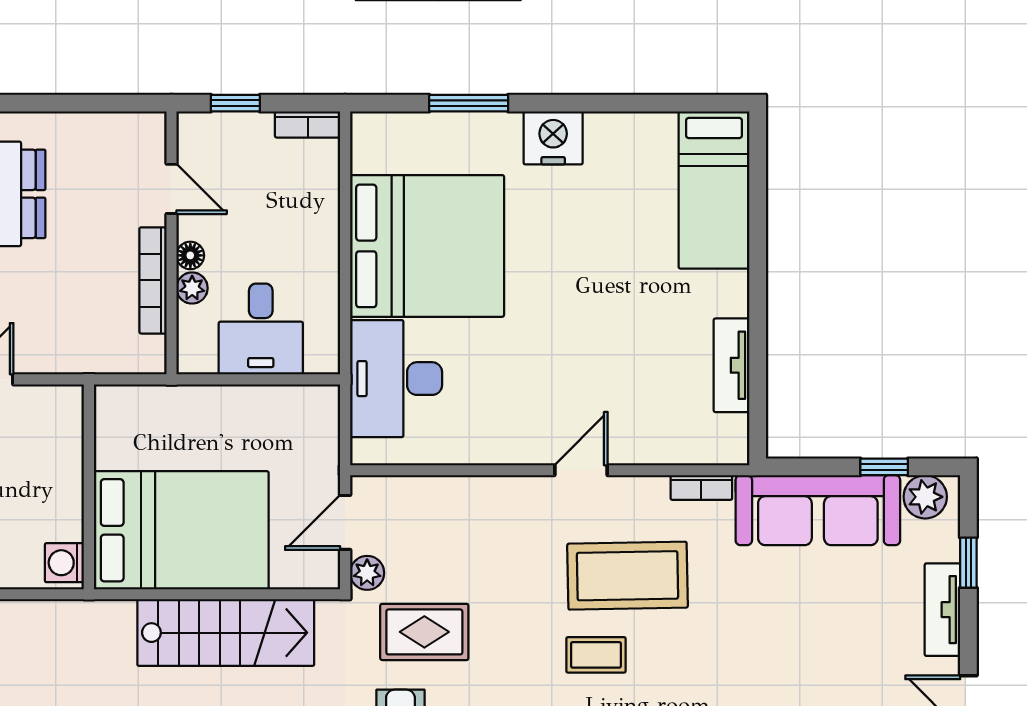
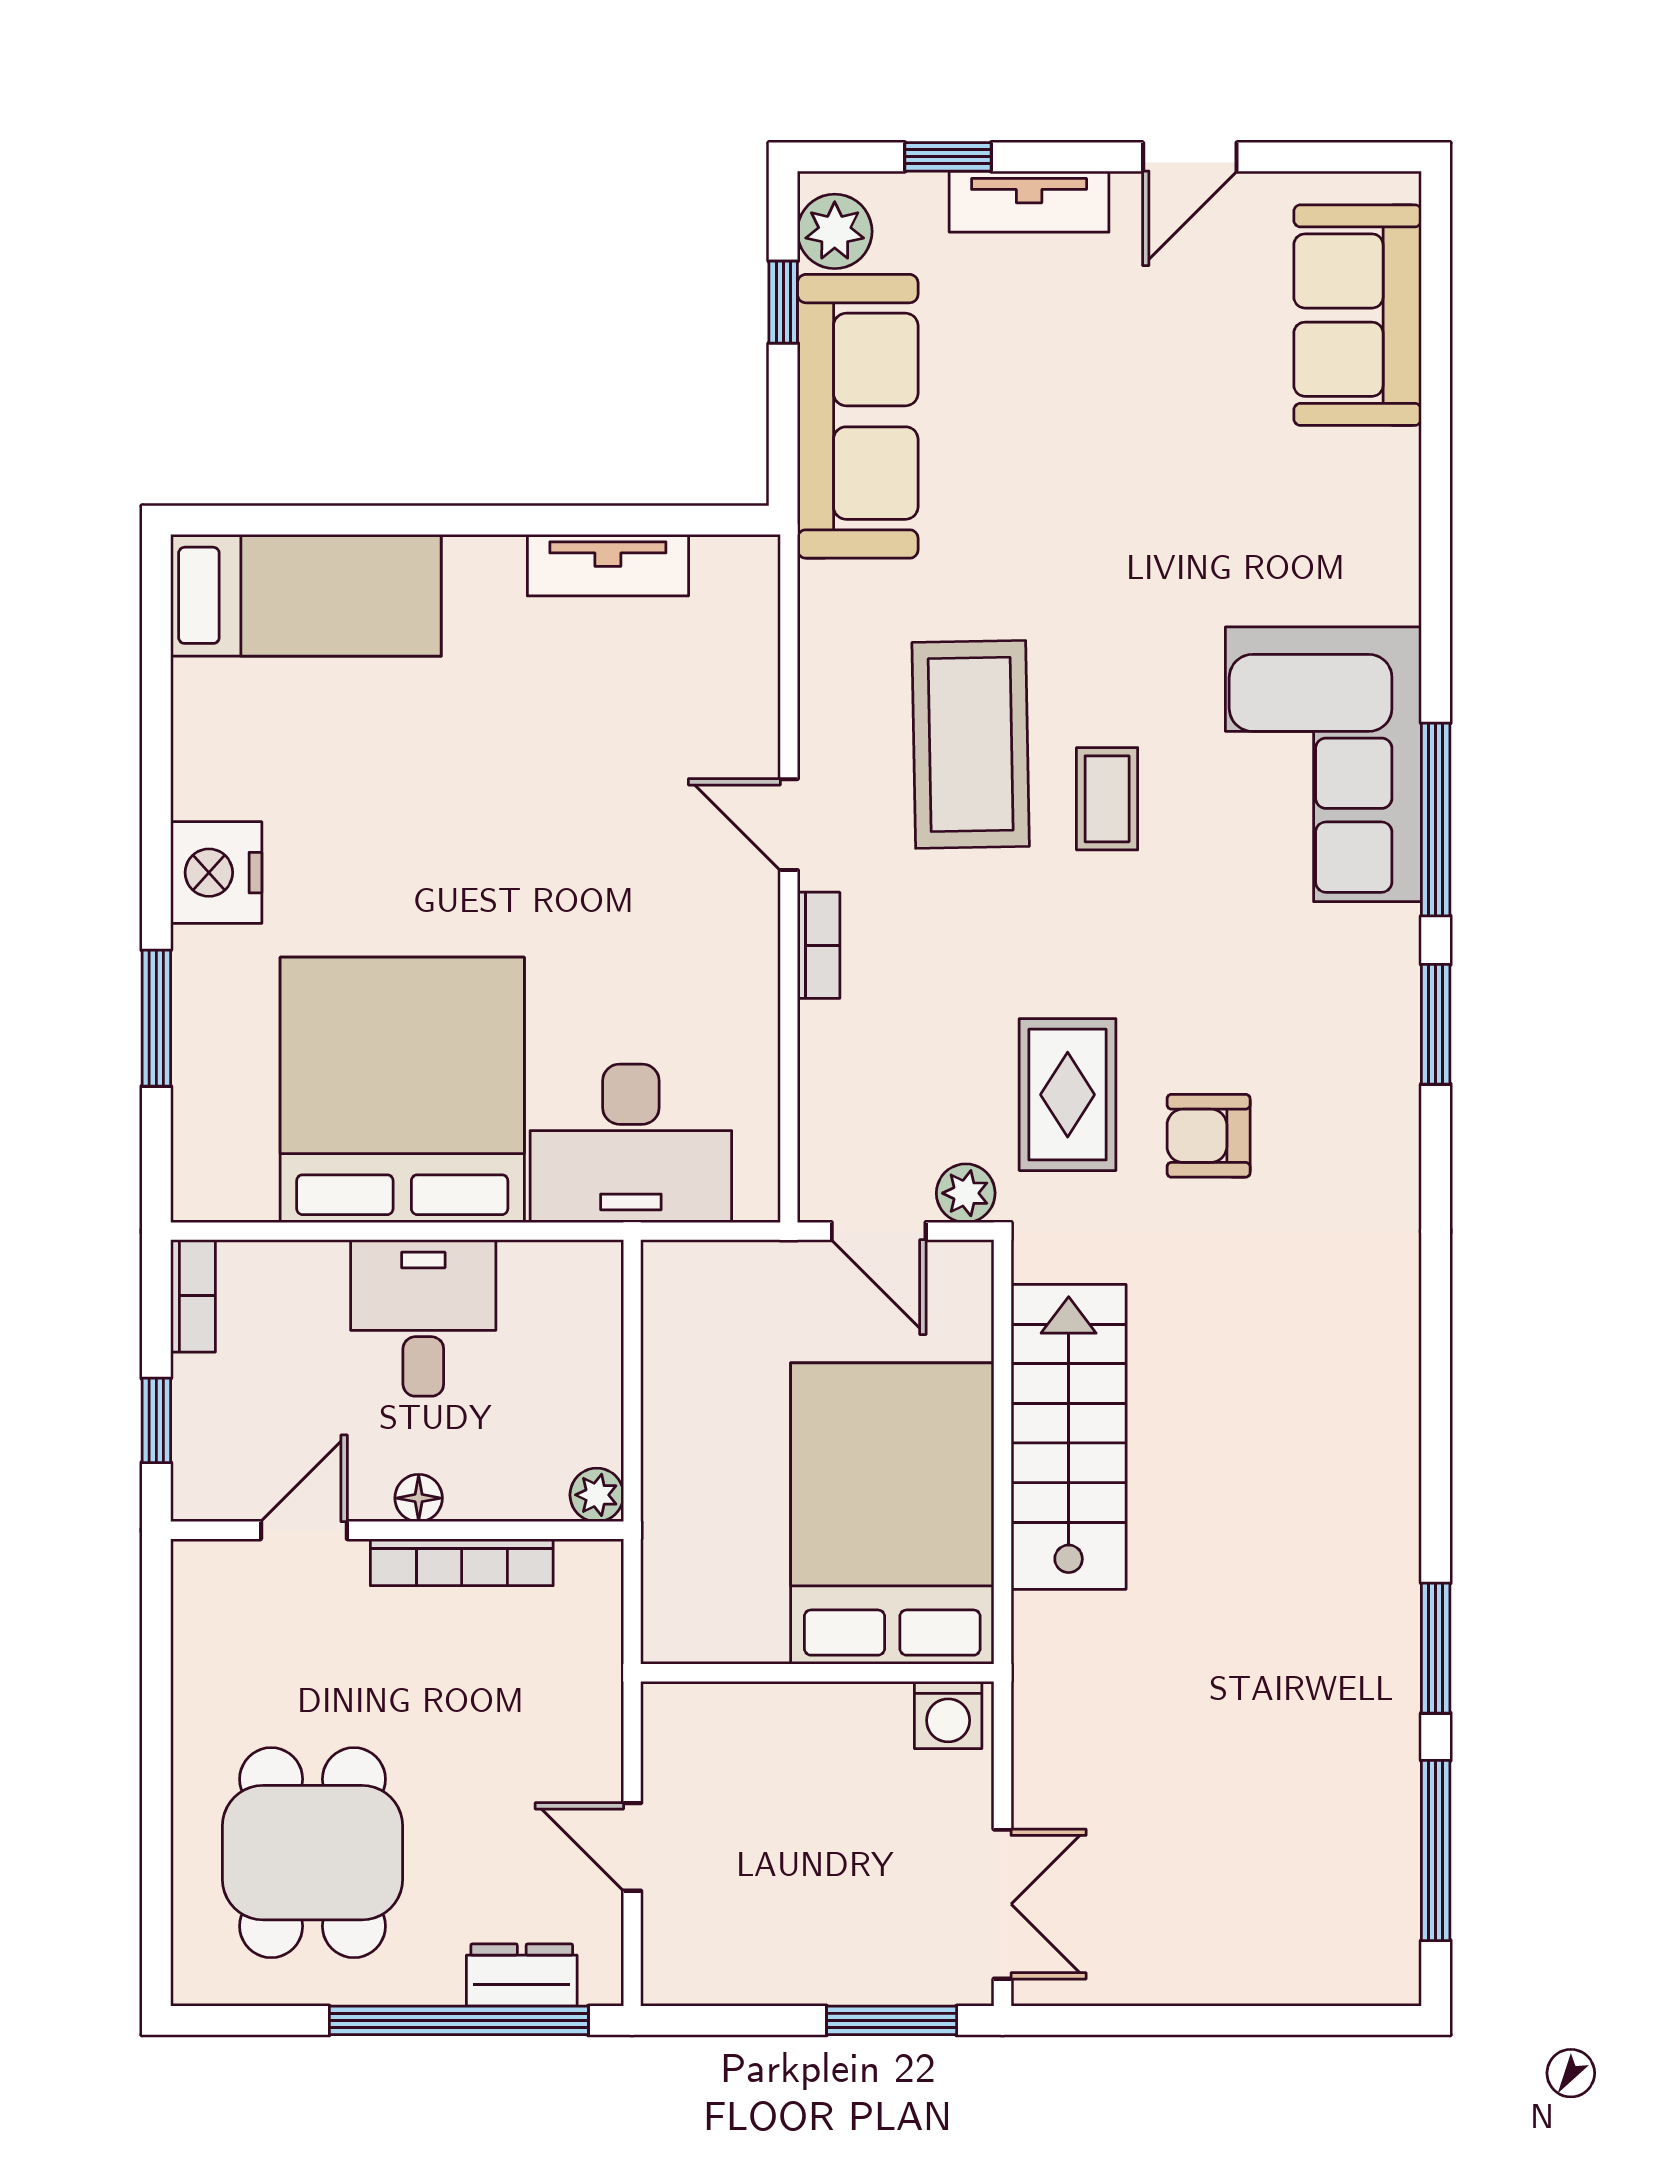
plant: (192, 288) -> (597, 1495), moved
desk: (261, 329) -> (423, 1318), moved, turned -90
bookcase: (701, 488) -> (819, 945), moved

